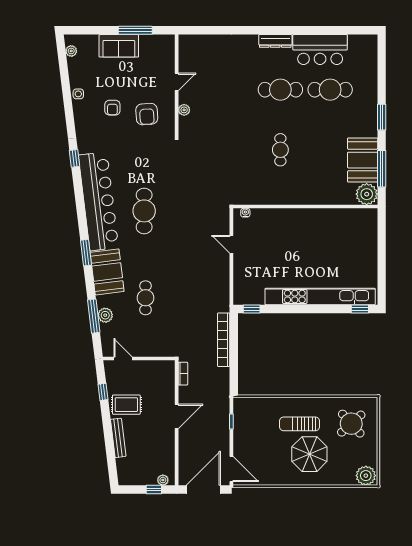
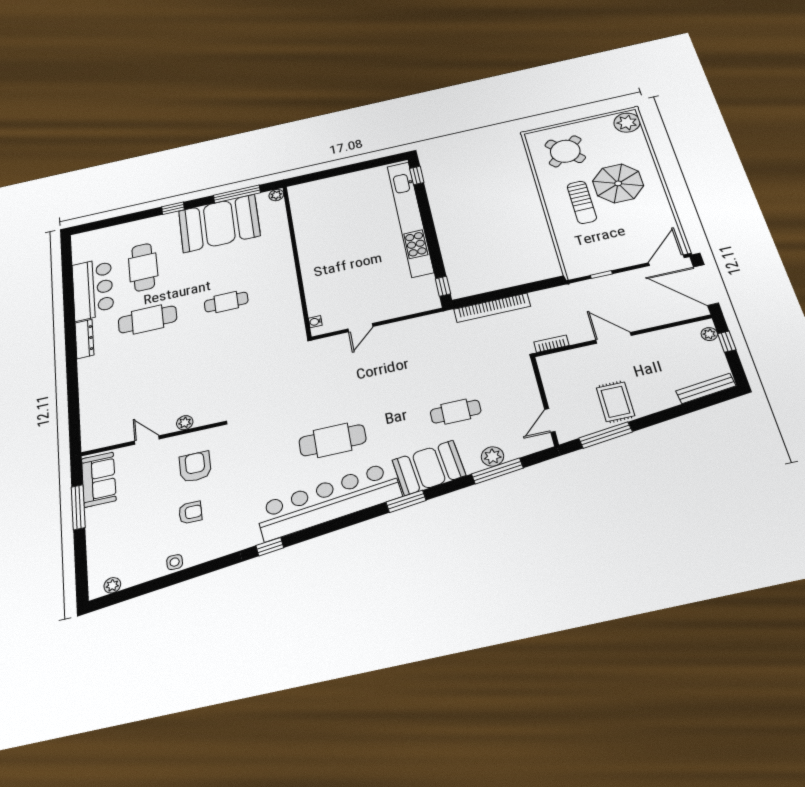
sofa: (119, 46) -> (99, 480), moved
cafe table: (280, 90) -> (148, 319), turned 90
armchair: (147, 114) -> (195, 467), turned -86
window: (382, 117) -> (173, 208), width x0.67
booth: (363, 160) -> (219, 223), width x1.36, depth x1.42
plant: (367, 194) -> (276, 195), width x0.53, depth x0.53
window: (103, 392) -> (606, 435), width x2.17
bench: (118, 438) -> (706, 388), moved

